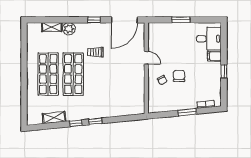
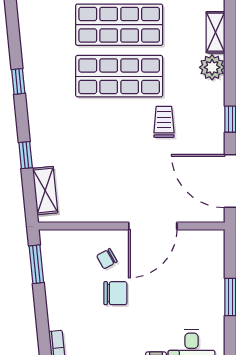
door: (146, 58) -> (153, 226), width x1.88
window: (187, 112) -> (36, 264), moved
shelving: (54, 118) -> (45, 191), moved
window: (95, 121) -> (26, 155), moved

